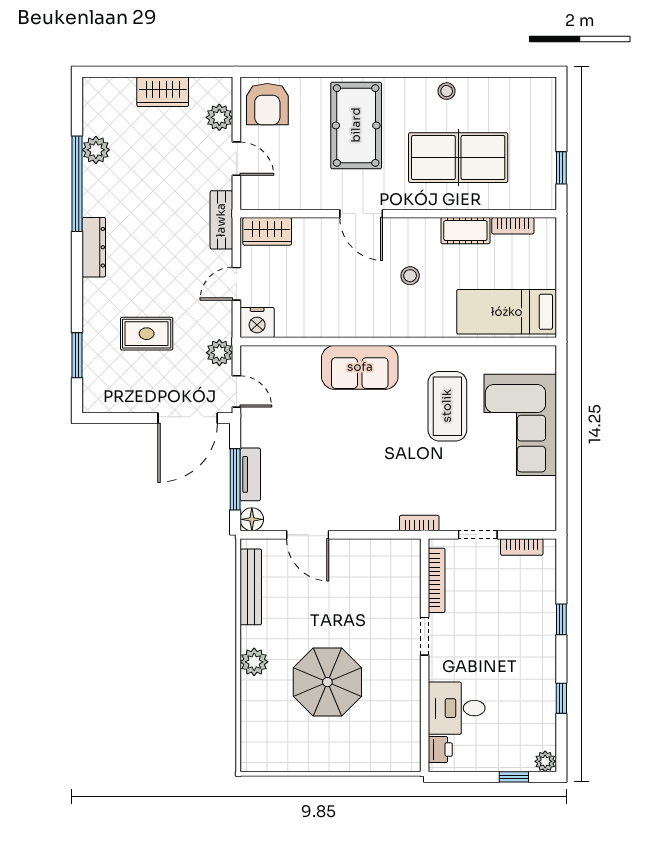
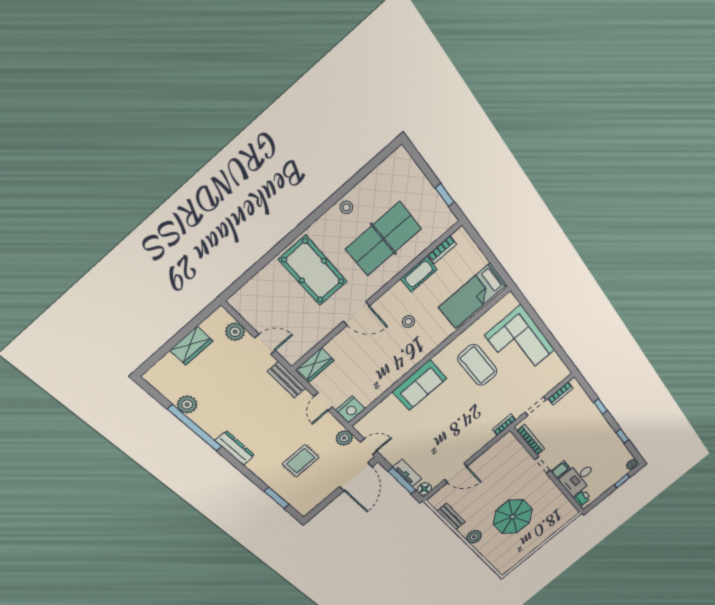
armchair: (267, 104) -> (254, 302), removed
bench: (251, 587) -> (451, 517), width x0.73
filing cabinet: (443, 669) -> (560, 470), added

